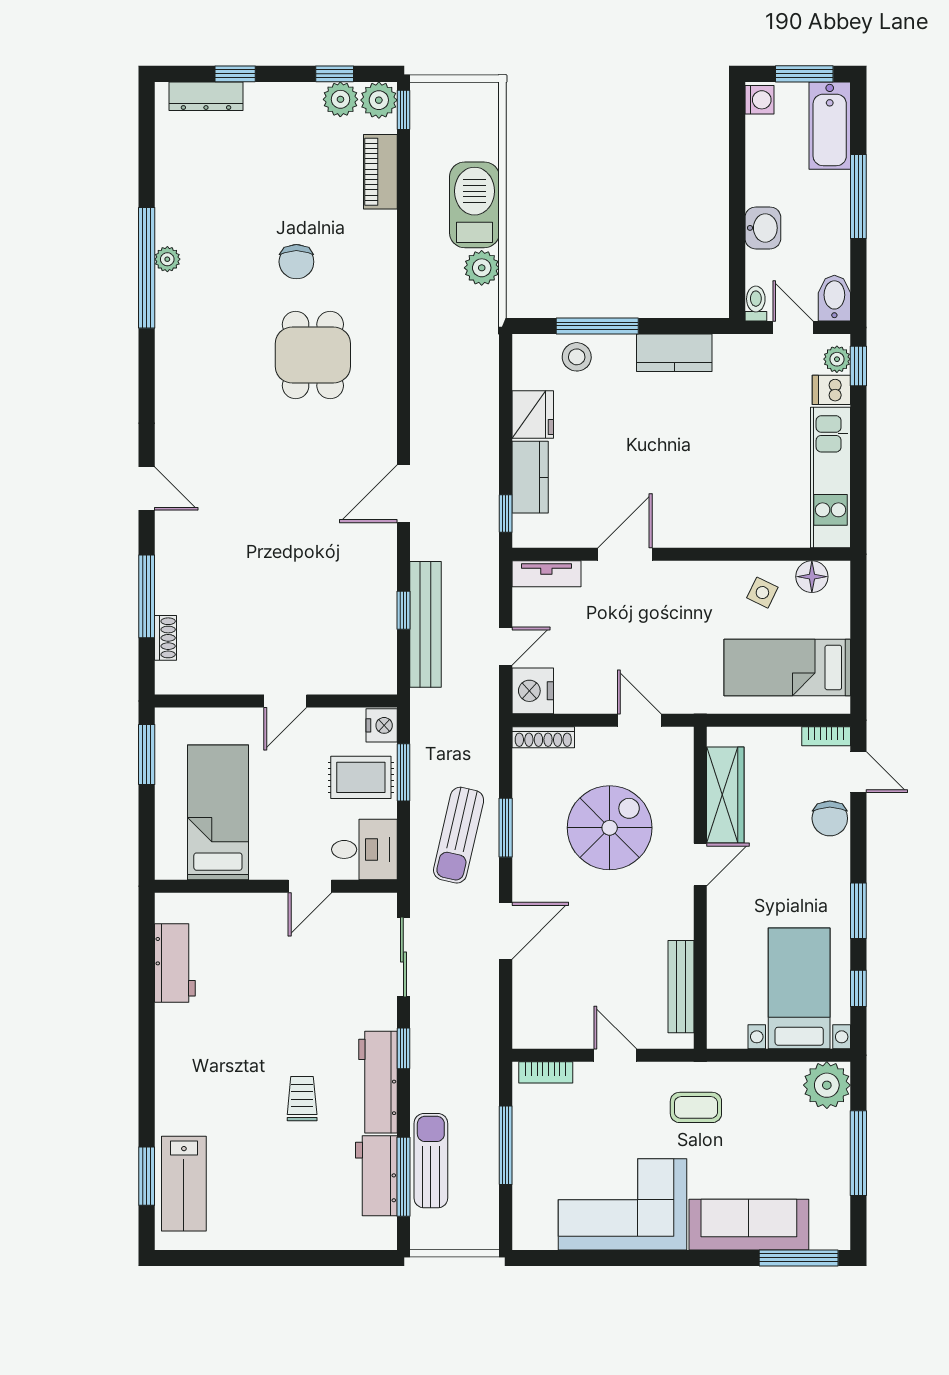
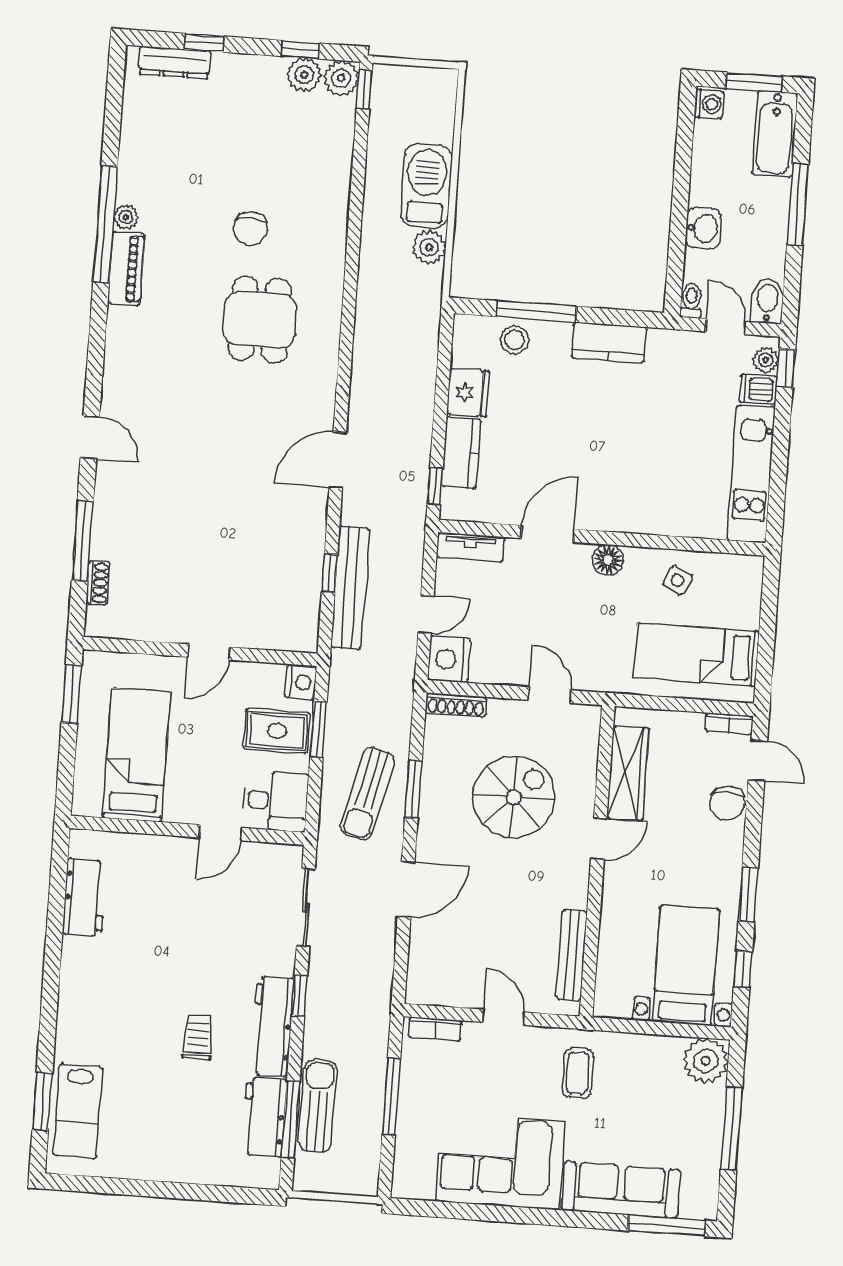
piano: (380, 172) -> (126, 268), moved, turned 180
floor lamp: (812, 577) -> (608, 560), moved
coffee table: (696, 1107) -> (578, 1073), turned 90

